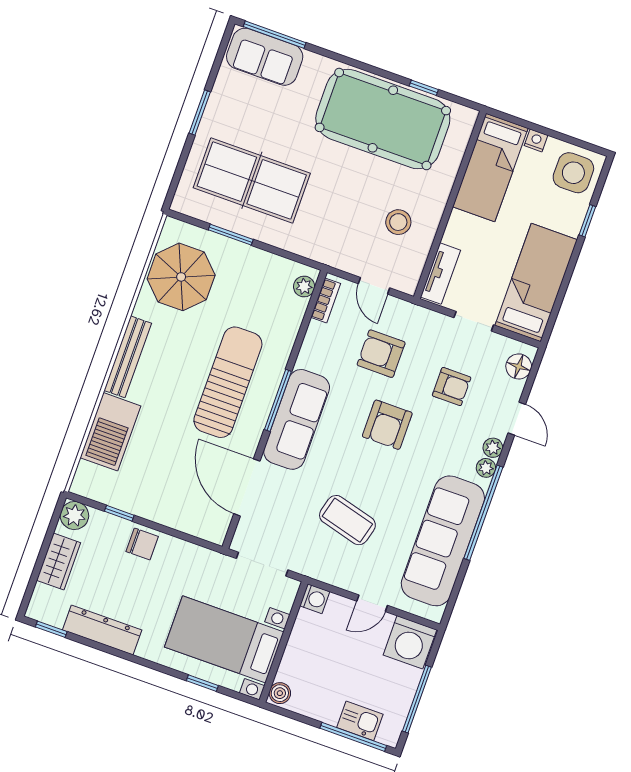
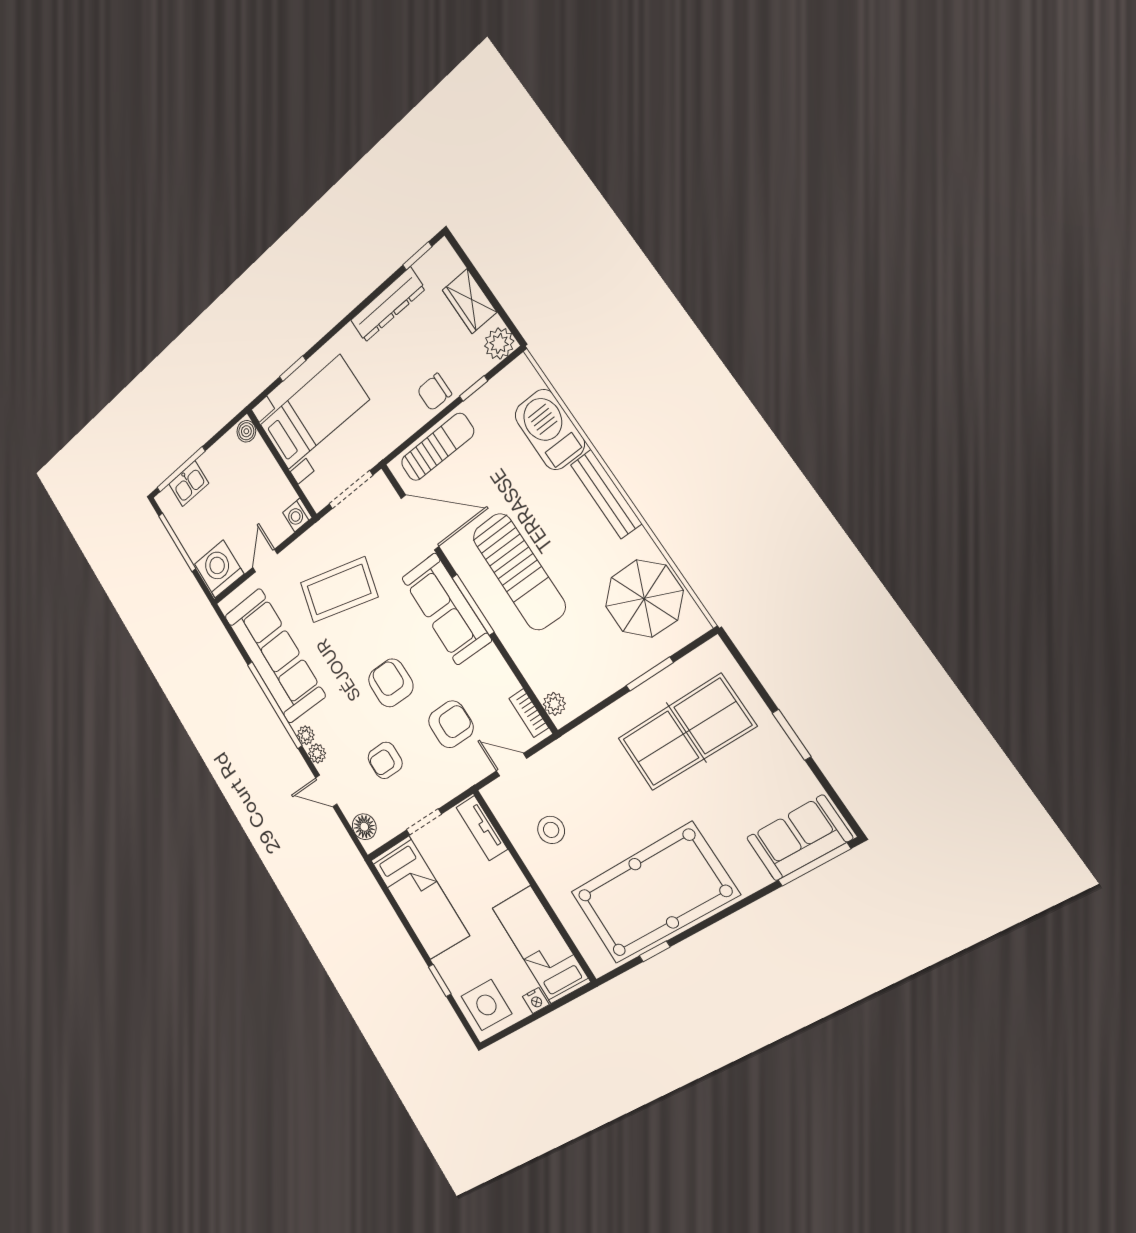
sun lounger: (181, 513) -> (437, 447), added
coffee table: (347, 520) -> (339, 590), width x1.36, depth x1.32

